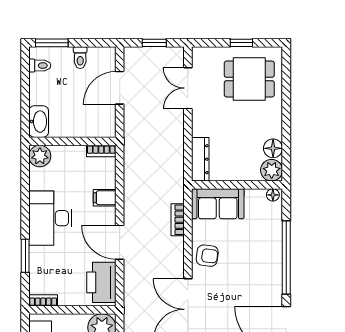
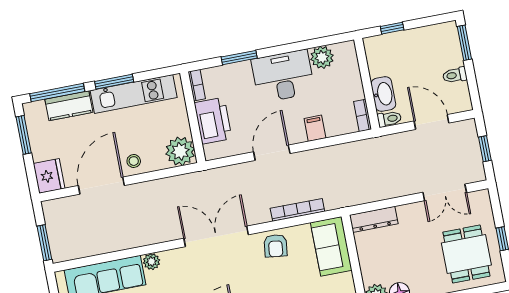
toilet: (40, 66) -> (389, 119), moved, turned -90
double door: (188, 88) -> (445, 192), swing flipped
window: (25, 108) -> (392, 28), added
washbasin: (39, 122) -> (383, 94), moved, turned -90
plant: (40, 156) -> (322, 57), moved
bookcase: (178, 220) -> (297, 210), width x1.56
printer: (101, 282) -> (213, 121), moved, turned 90

